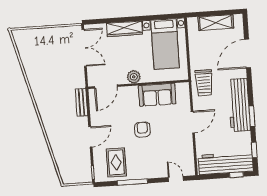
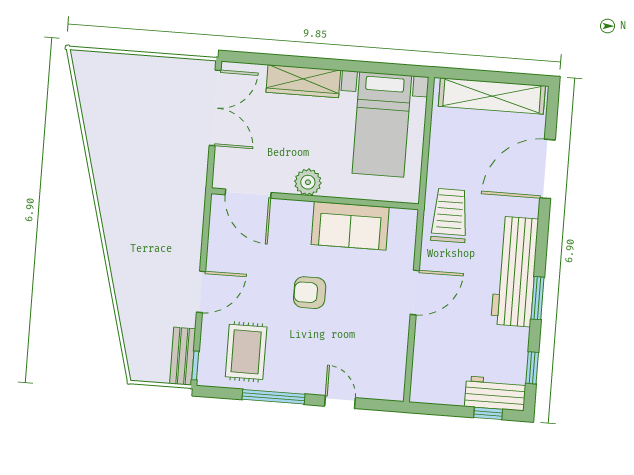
shelving: (216, 23) -> (492, 96), width x1.47
trolley: (204, 83) -> (450, 216), turned 180
door: (106, 87) -> (248, 194), hinge flipped
bench: (81, 102) -> (183, 356), moved
armchair: (142, 130) -> (310, 293), turned -90
workbench: (226, 163) -> (495, 393), width x0.53, depth x0.76
door: (176, 179) -> (340, 402), moved

